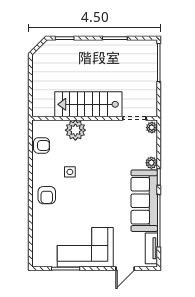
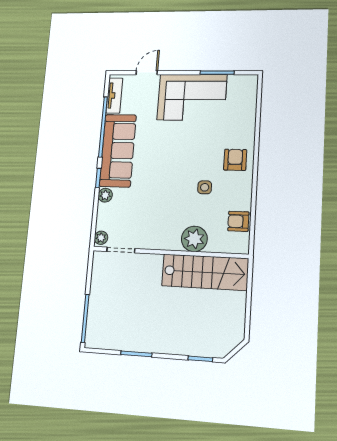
stairs: (88, 104) -> (205, 272), moved

